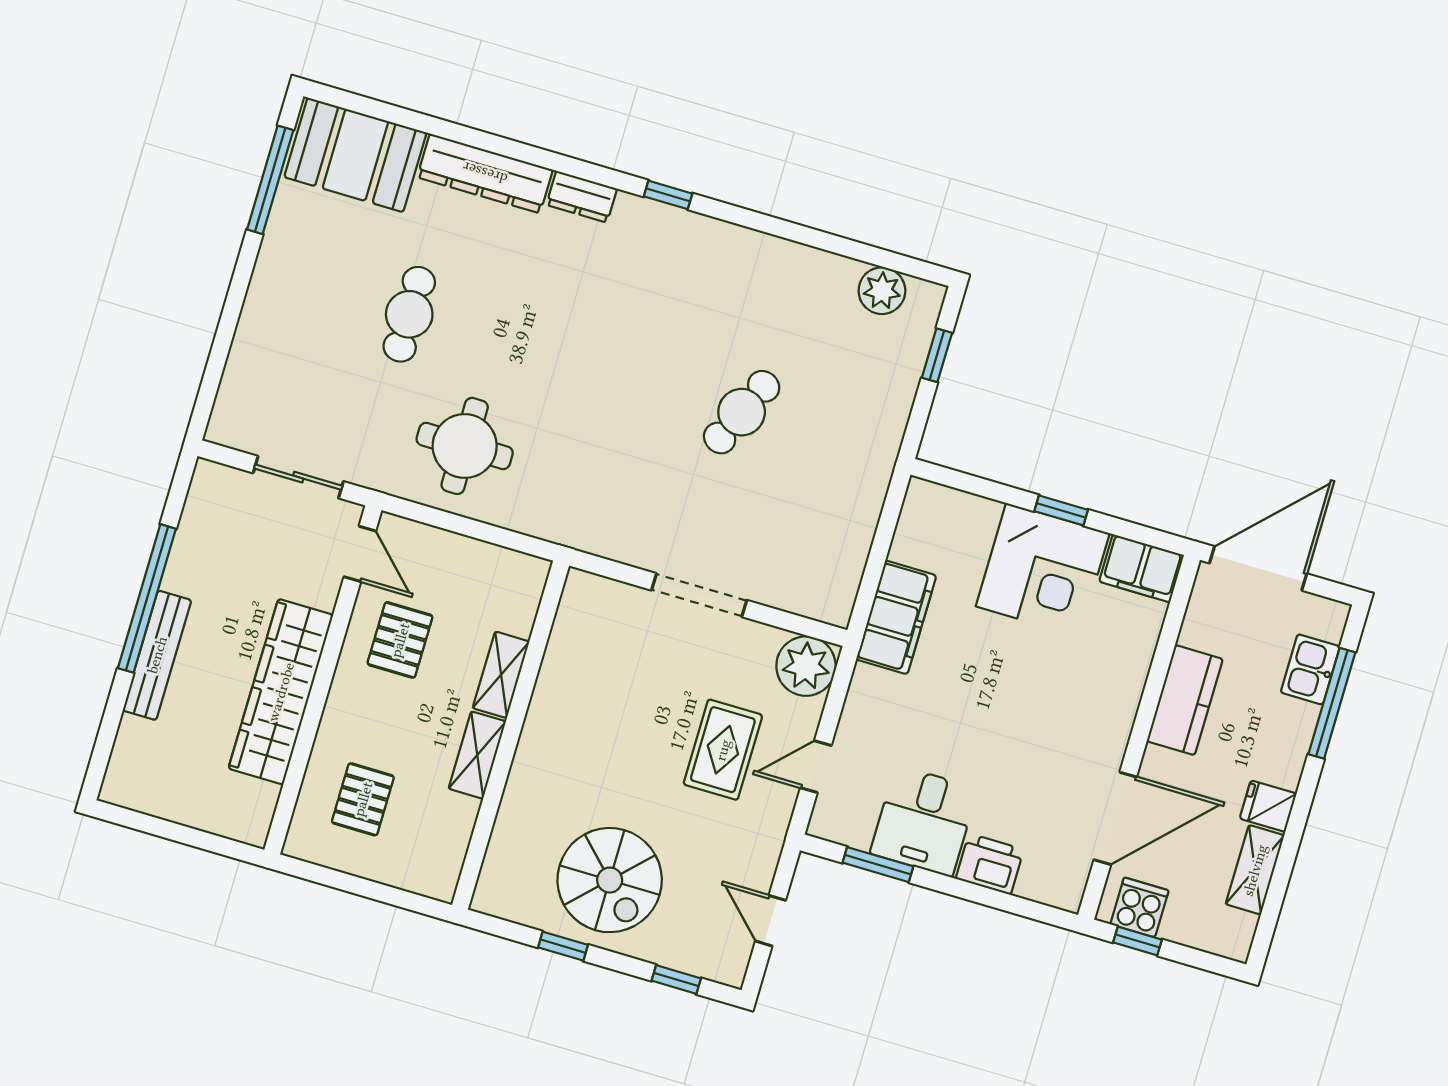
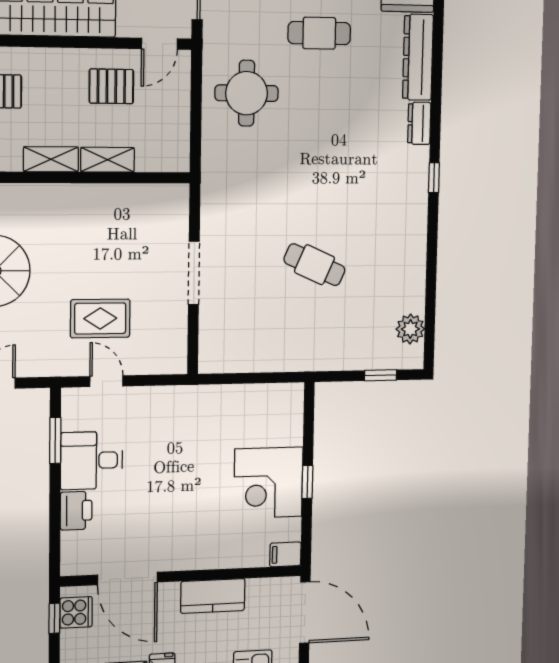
filing cabinet: (1142, 568) -> (285, 554), width x0.50
filing cabinet: (896, 617) -> (214, 402), removed
plant: (806, 666) -> (168, 355), removed

